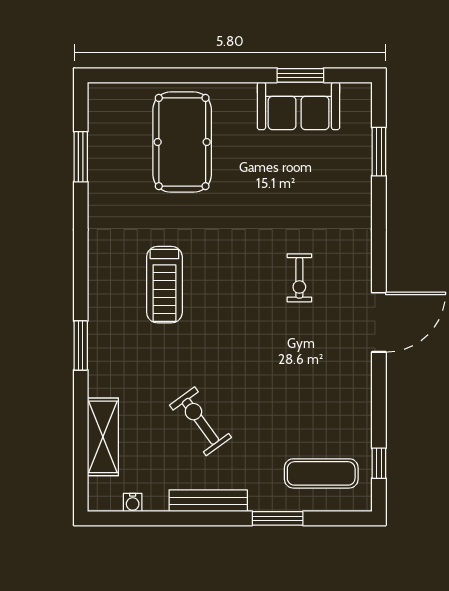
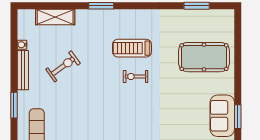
exercise bike: (299, 278) -> (136, 77), moved
water cooler: (133, 502) -> (22, 45), moved

